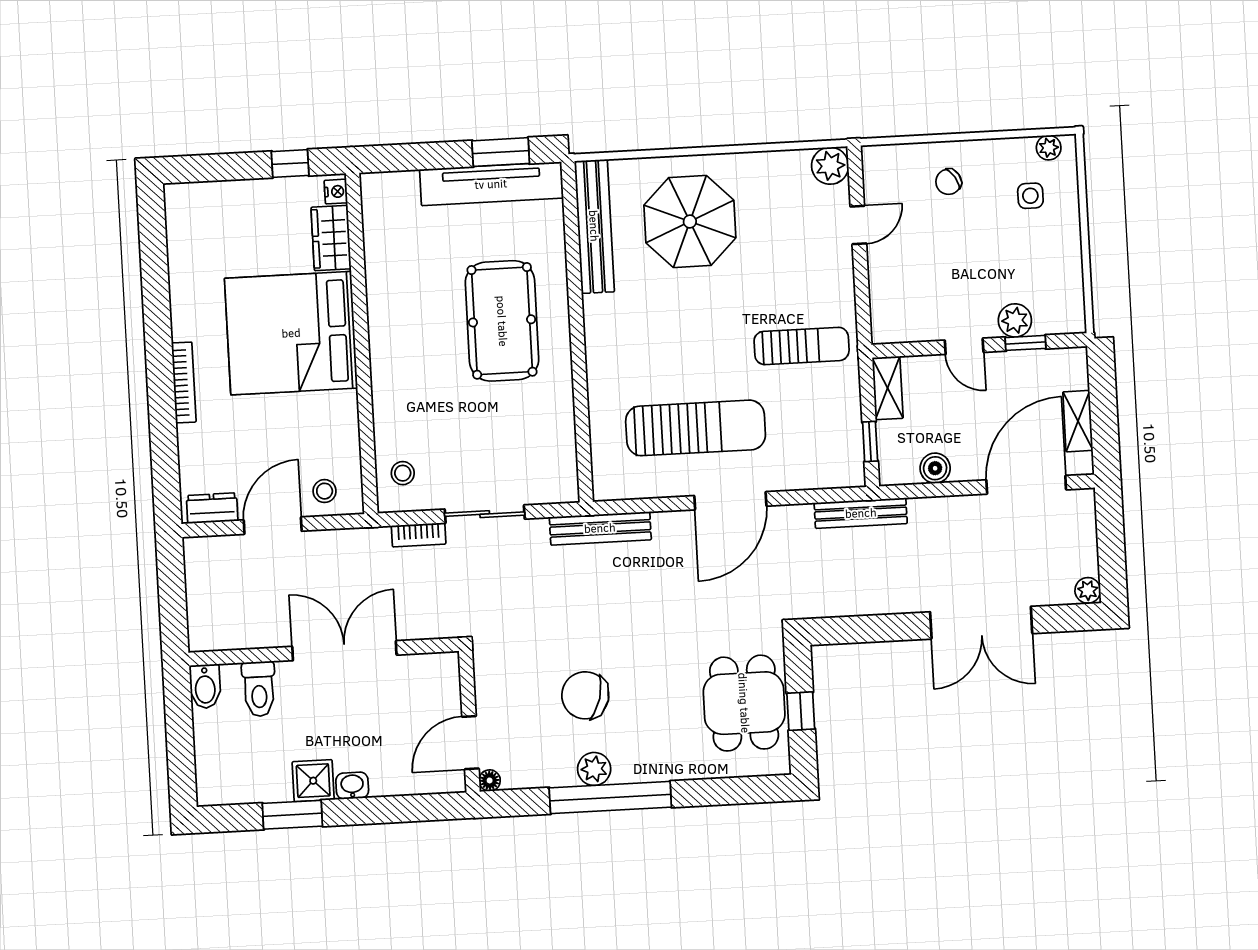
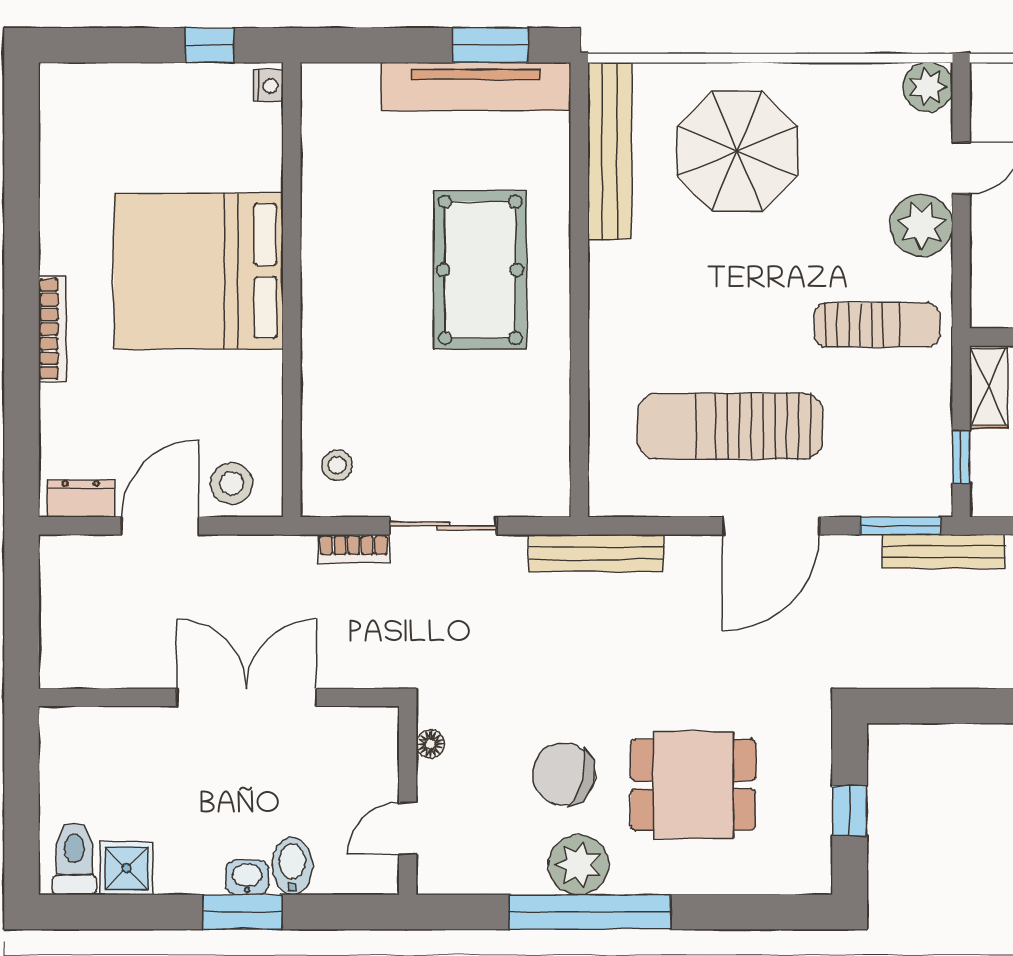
wardrobe: (331, 238) -> (259, 147), removed
plant: (831, 270) -> (921, 225), added
sun lounger: (696, 428) -> (730, 426), turned 180
stool: (325, 491) -> (232, 484), width x1.37, depth x1.37
window: (827, 496) -> (900, 526), added
bidet: (205, 686) -> (292, 866), moved, turned 180
toilet: (259, 689) -> (74, 859), moved, turned 180
dining table: (744, 703) -> (693, 785), moved, turned 90
door: (470, 743) -> (408, 829), width x0.73
plant: (594, 769) -> (578, 865), width x1.36, depth x1.36
floor lamp: (490, 780) -> (430, 744), moved
shower: (313, 781) -> (126, 868), moved
window: (292, 815) -> (243, 912), moved

